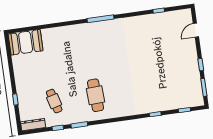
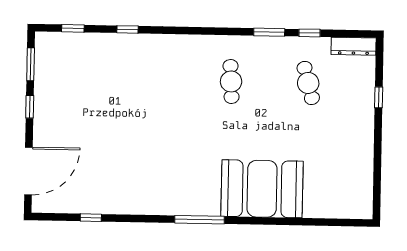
door: (196, 30) -> (28, 171), width x1.87
booth: (26, 42) -> (262, 189), moved, width x1.36, depth x1.42
cafe table: (95, 95) -> (231, 81), width x0.73, depth x0.74

